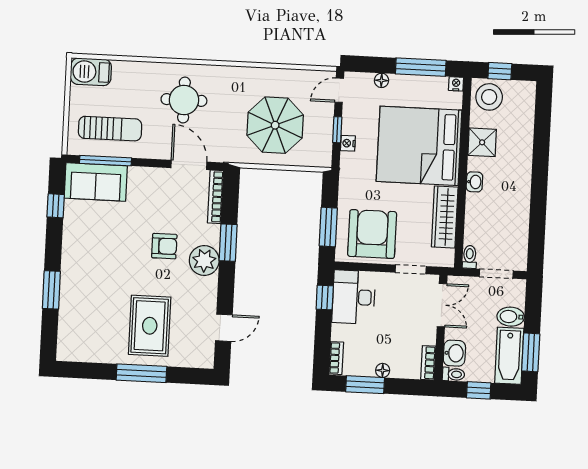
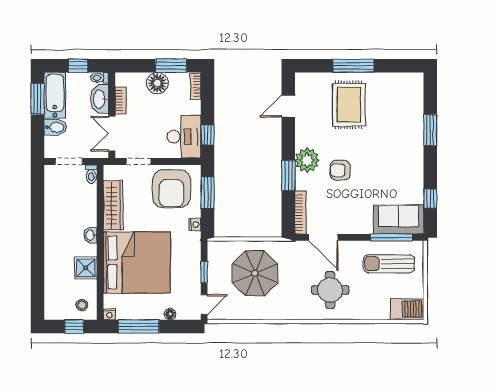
stool: (489, 97) -> (82, 305), width x0.53, depth x0.53
nightstand: (348, 143) -> (195, 225), moved
washbasin: (454, 353) -> (100, 99), width x1.38
bookcase: (428, 363) -> (121, 100), moved
floor lamp: (383, 370) -> (157, 83), width x1.89, depth x1.89

